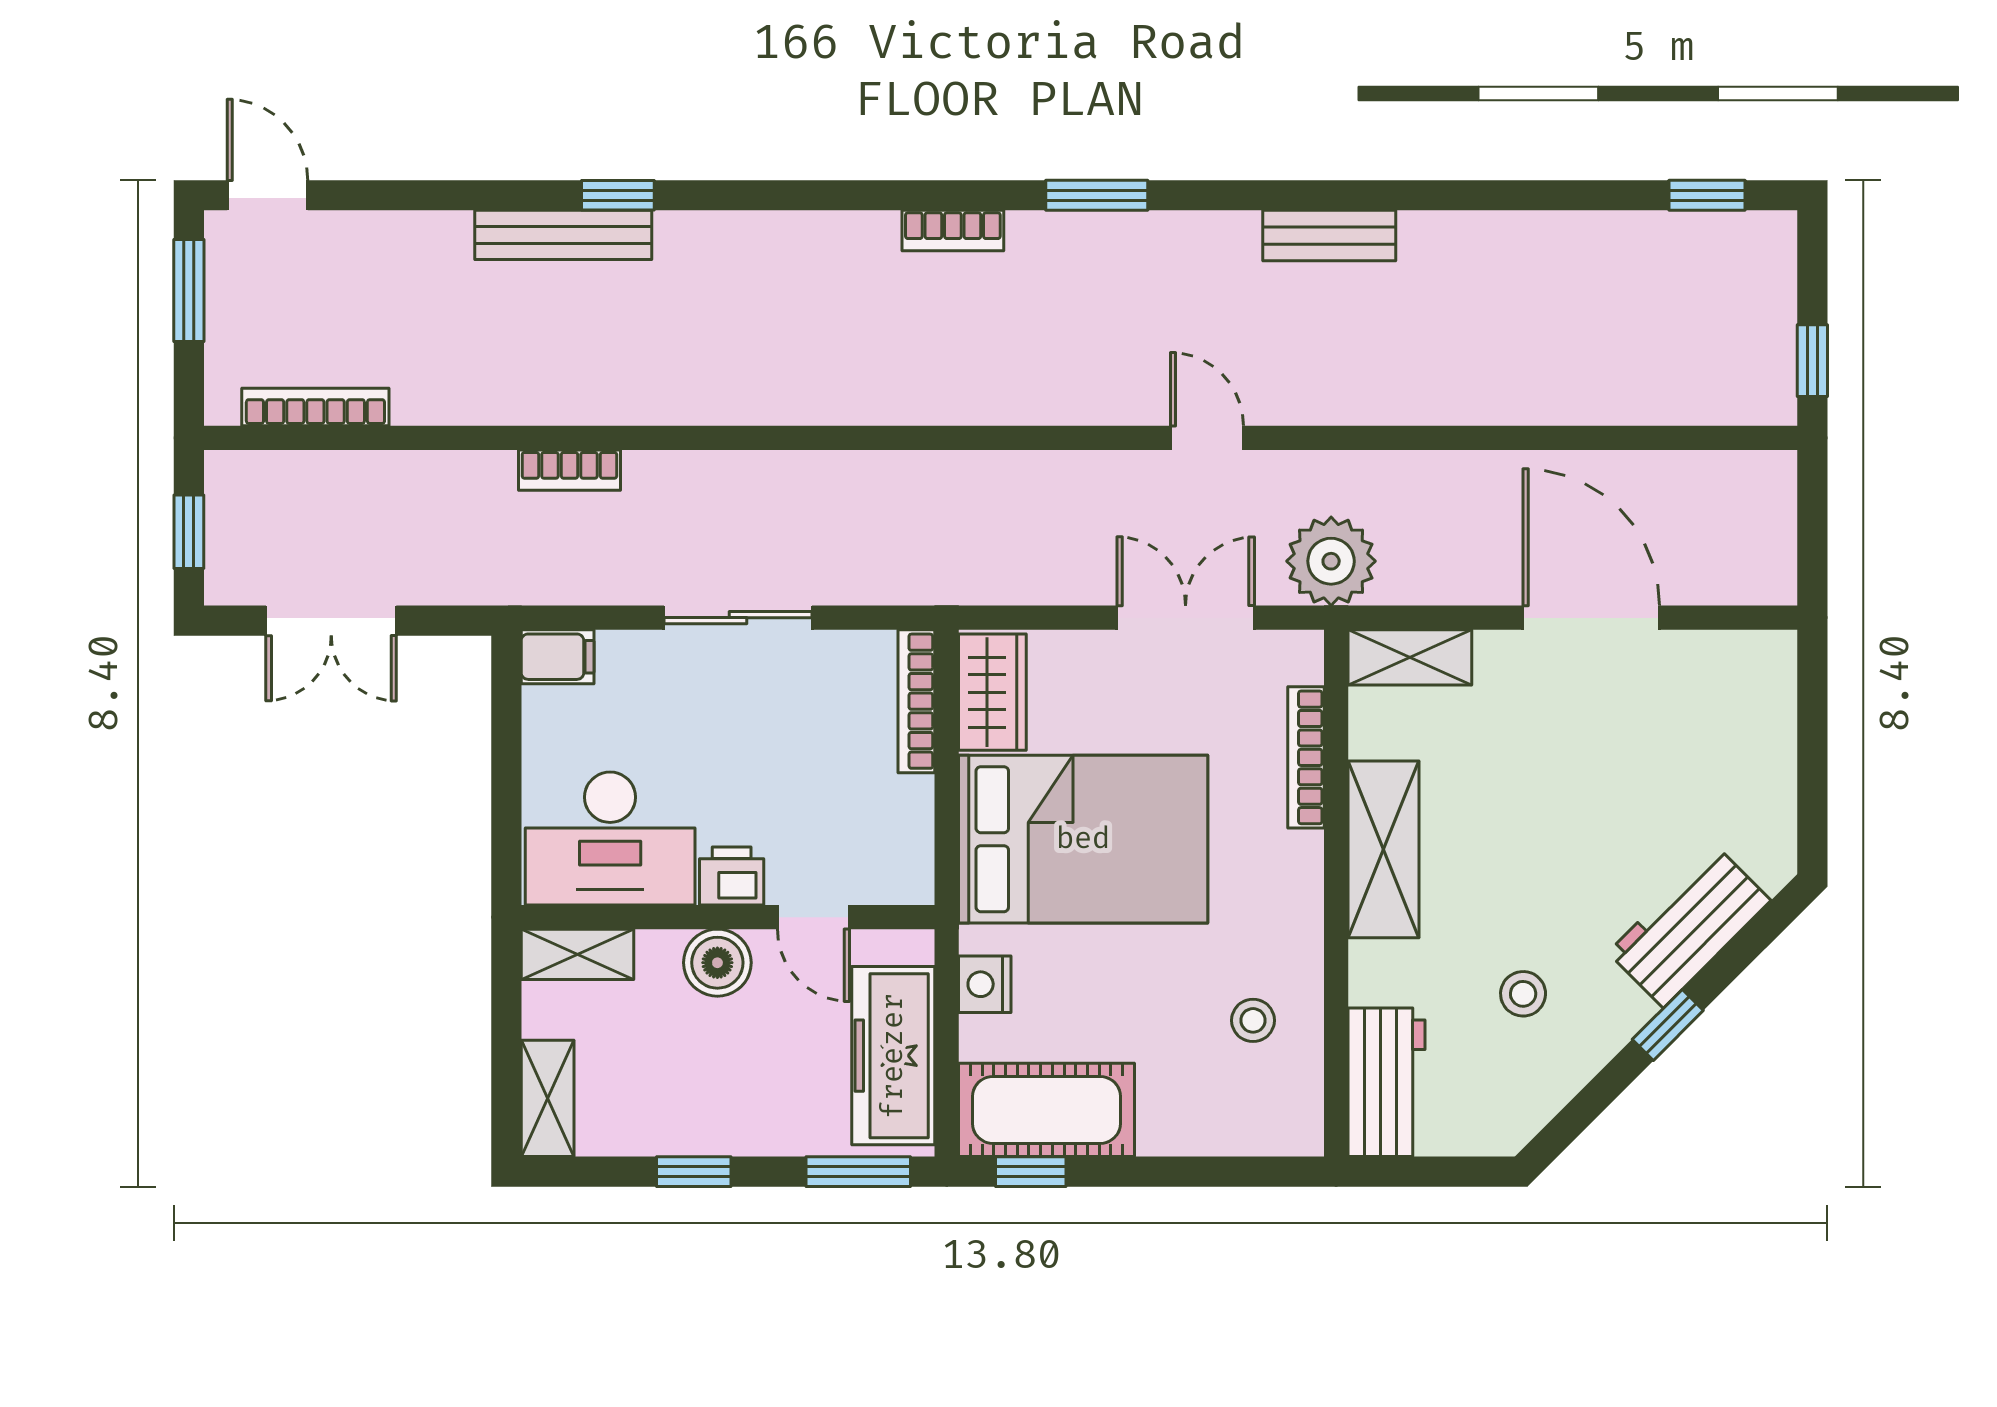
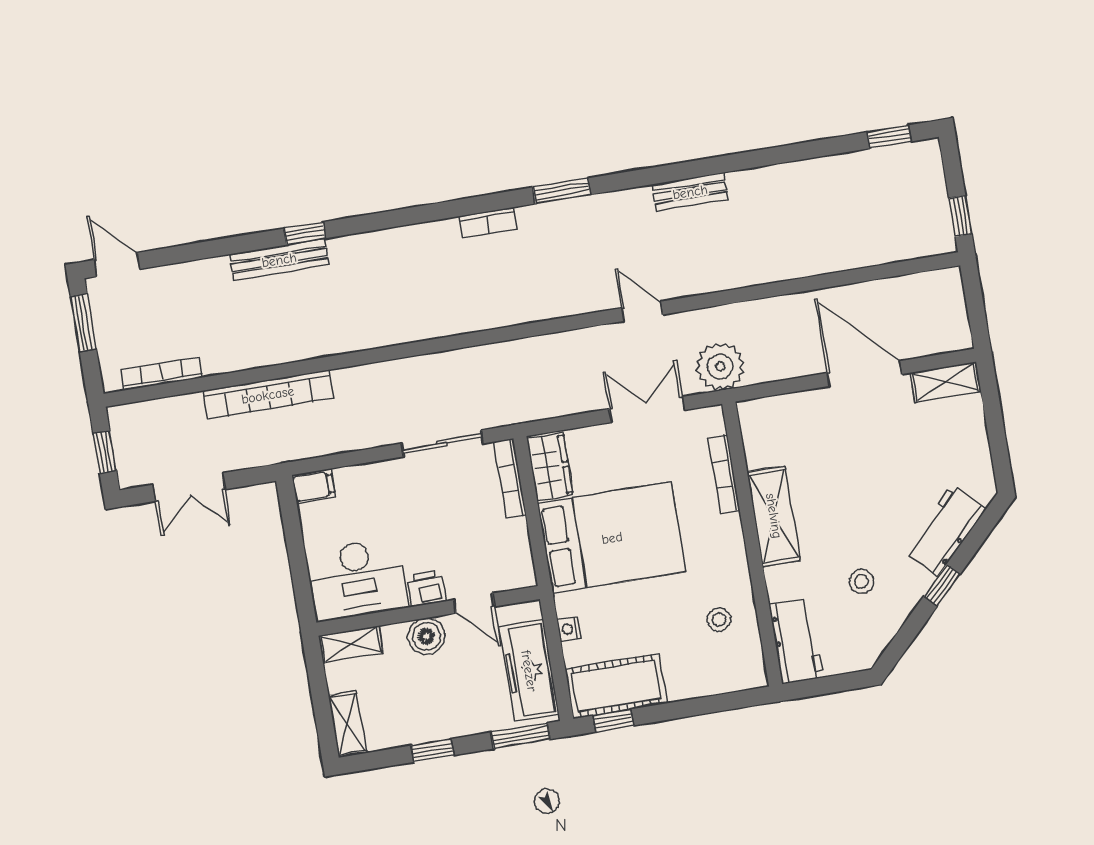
bookcase: (569, 470) -> (268, 395), width x2.31, depth x1.31
sliding door: (738, 618) -> (442, 443), moved
shelving: (1410, 657) -> (946, 382), moved
nightstand: (985, 984) -> (569, 629), width x0.72, depth x0.74

